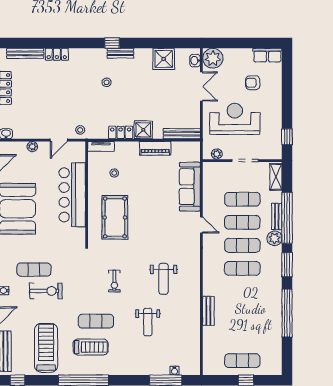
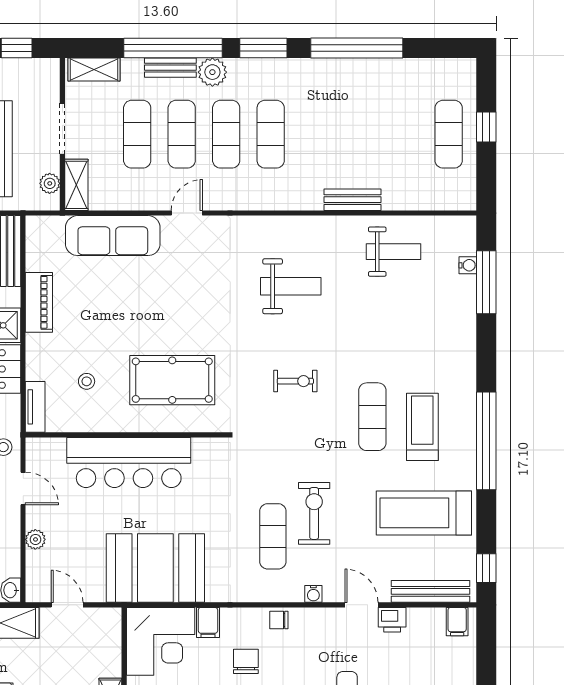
shelving: (216, 168) -> (76, 185), added
weight bench: (148, 322) -> (394, 252), moved

